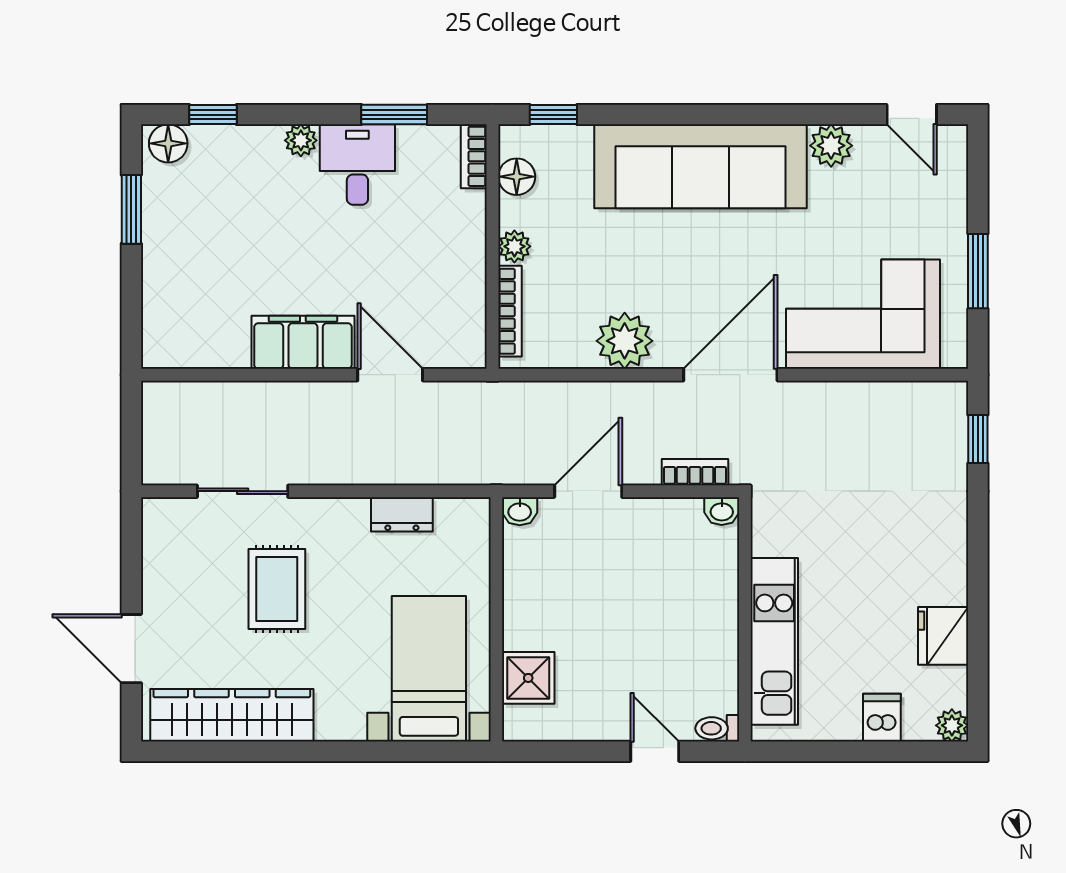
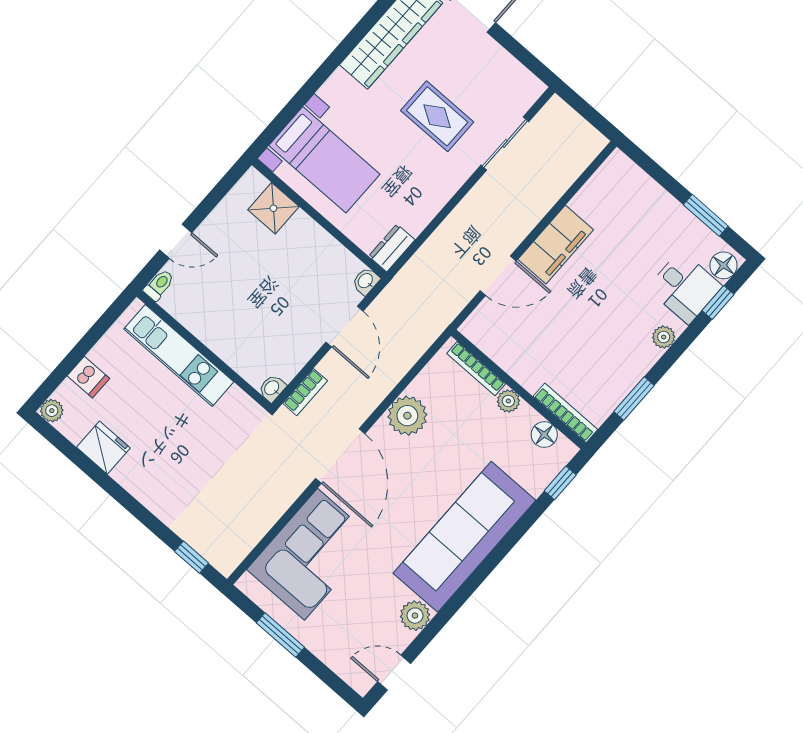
bookcase: (474, 156) -> (565, 413), width x1.56
desk: (357, 165) -> (685, 287), moved
dresser: (402, 514) -> (392, 248), moved

